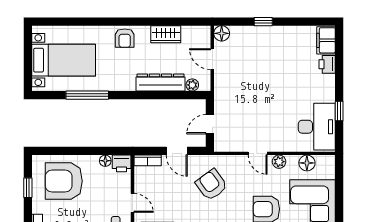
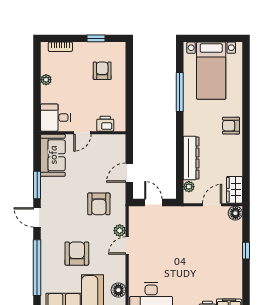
wardrobe: (166, 34) -> (234, 190), moved
bookcase: (148, 160) -> (121, 146), removed
floor lamp: (105, 161) -> (120, 108), removed
plant: (279, 162) -> (120, 231), moved
printer: (122, 163) -> (105, 124), moved, turned 90
armchair: (64, 181) -> (102, 71), width x0.53, depth x0.53
armchair: (211, 185) -> (99, 204), turned 126

